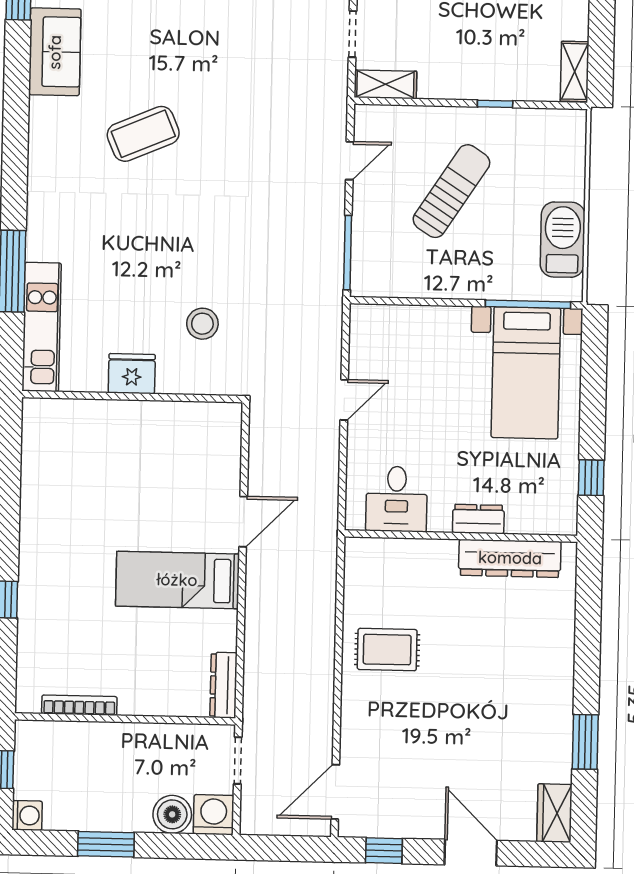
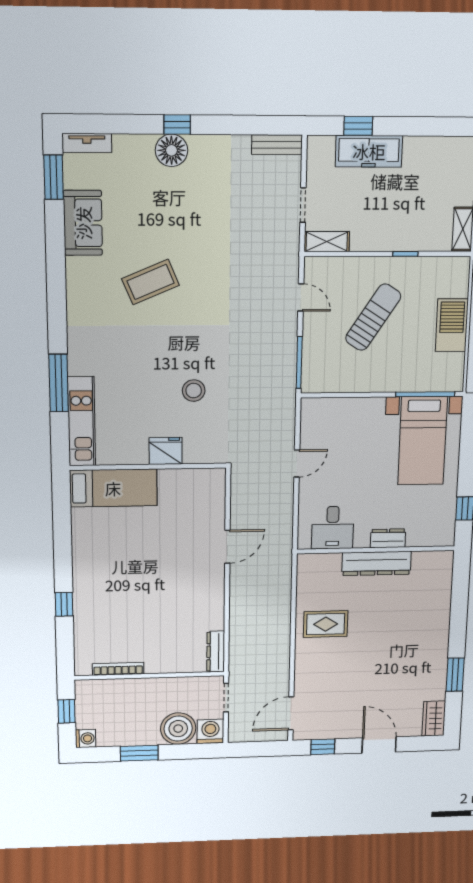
door: (350, 161) -> (301, 298), hinge flipped
barbecue: (563, 240) -> (452, 325), moved
stool: (202, 324) -> (194, 391), moved
fridge: (132, 374) -> (166, 451), moved
dresser: (510, 558) -> (377, 563), moved
bed: (177, 580) -> (113, 488), moved, turned 180
boiler: (172, 814) -> (178, 729), width x1.37, depth x1.37

